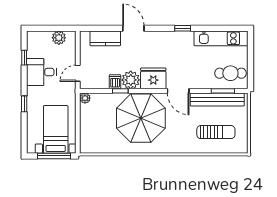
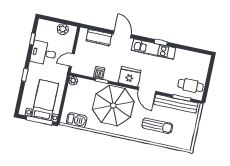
kitchen unit: (221, 38) -> (153, 49), moved
plant: (131, 80) -> (112, 74), removed
sun lounger: (216, 132) -> (157, 126), moved
barbecue: (100, 146) -> (77, 120), added

